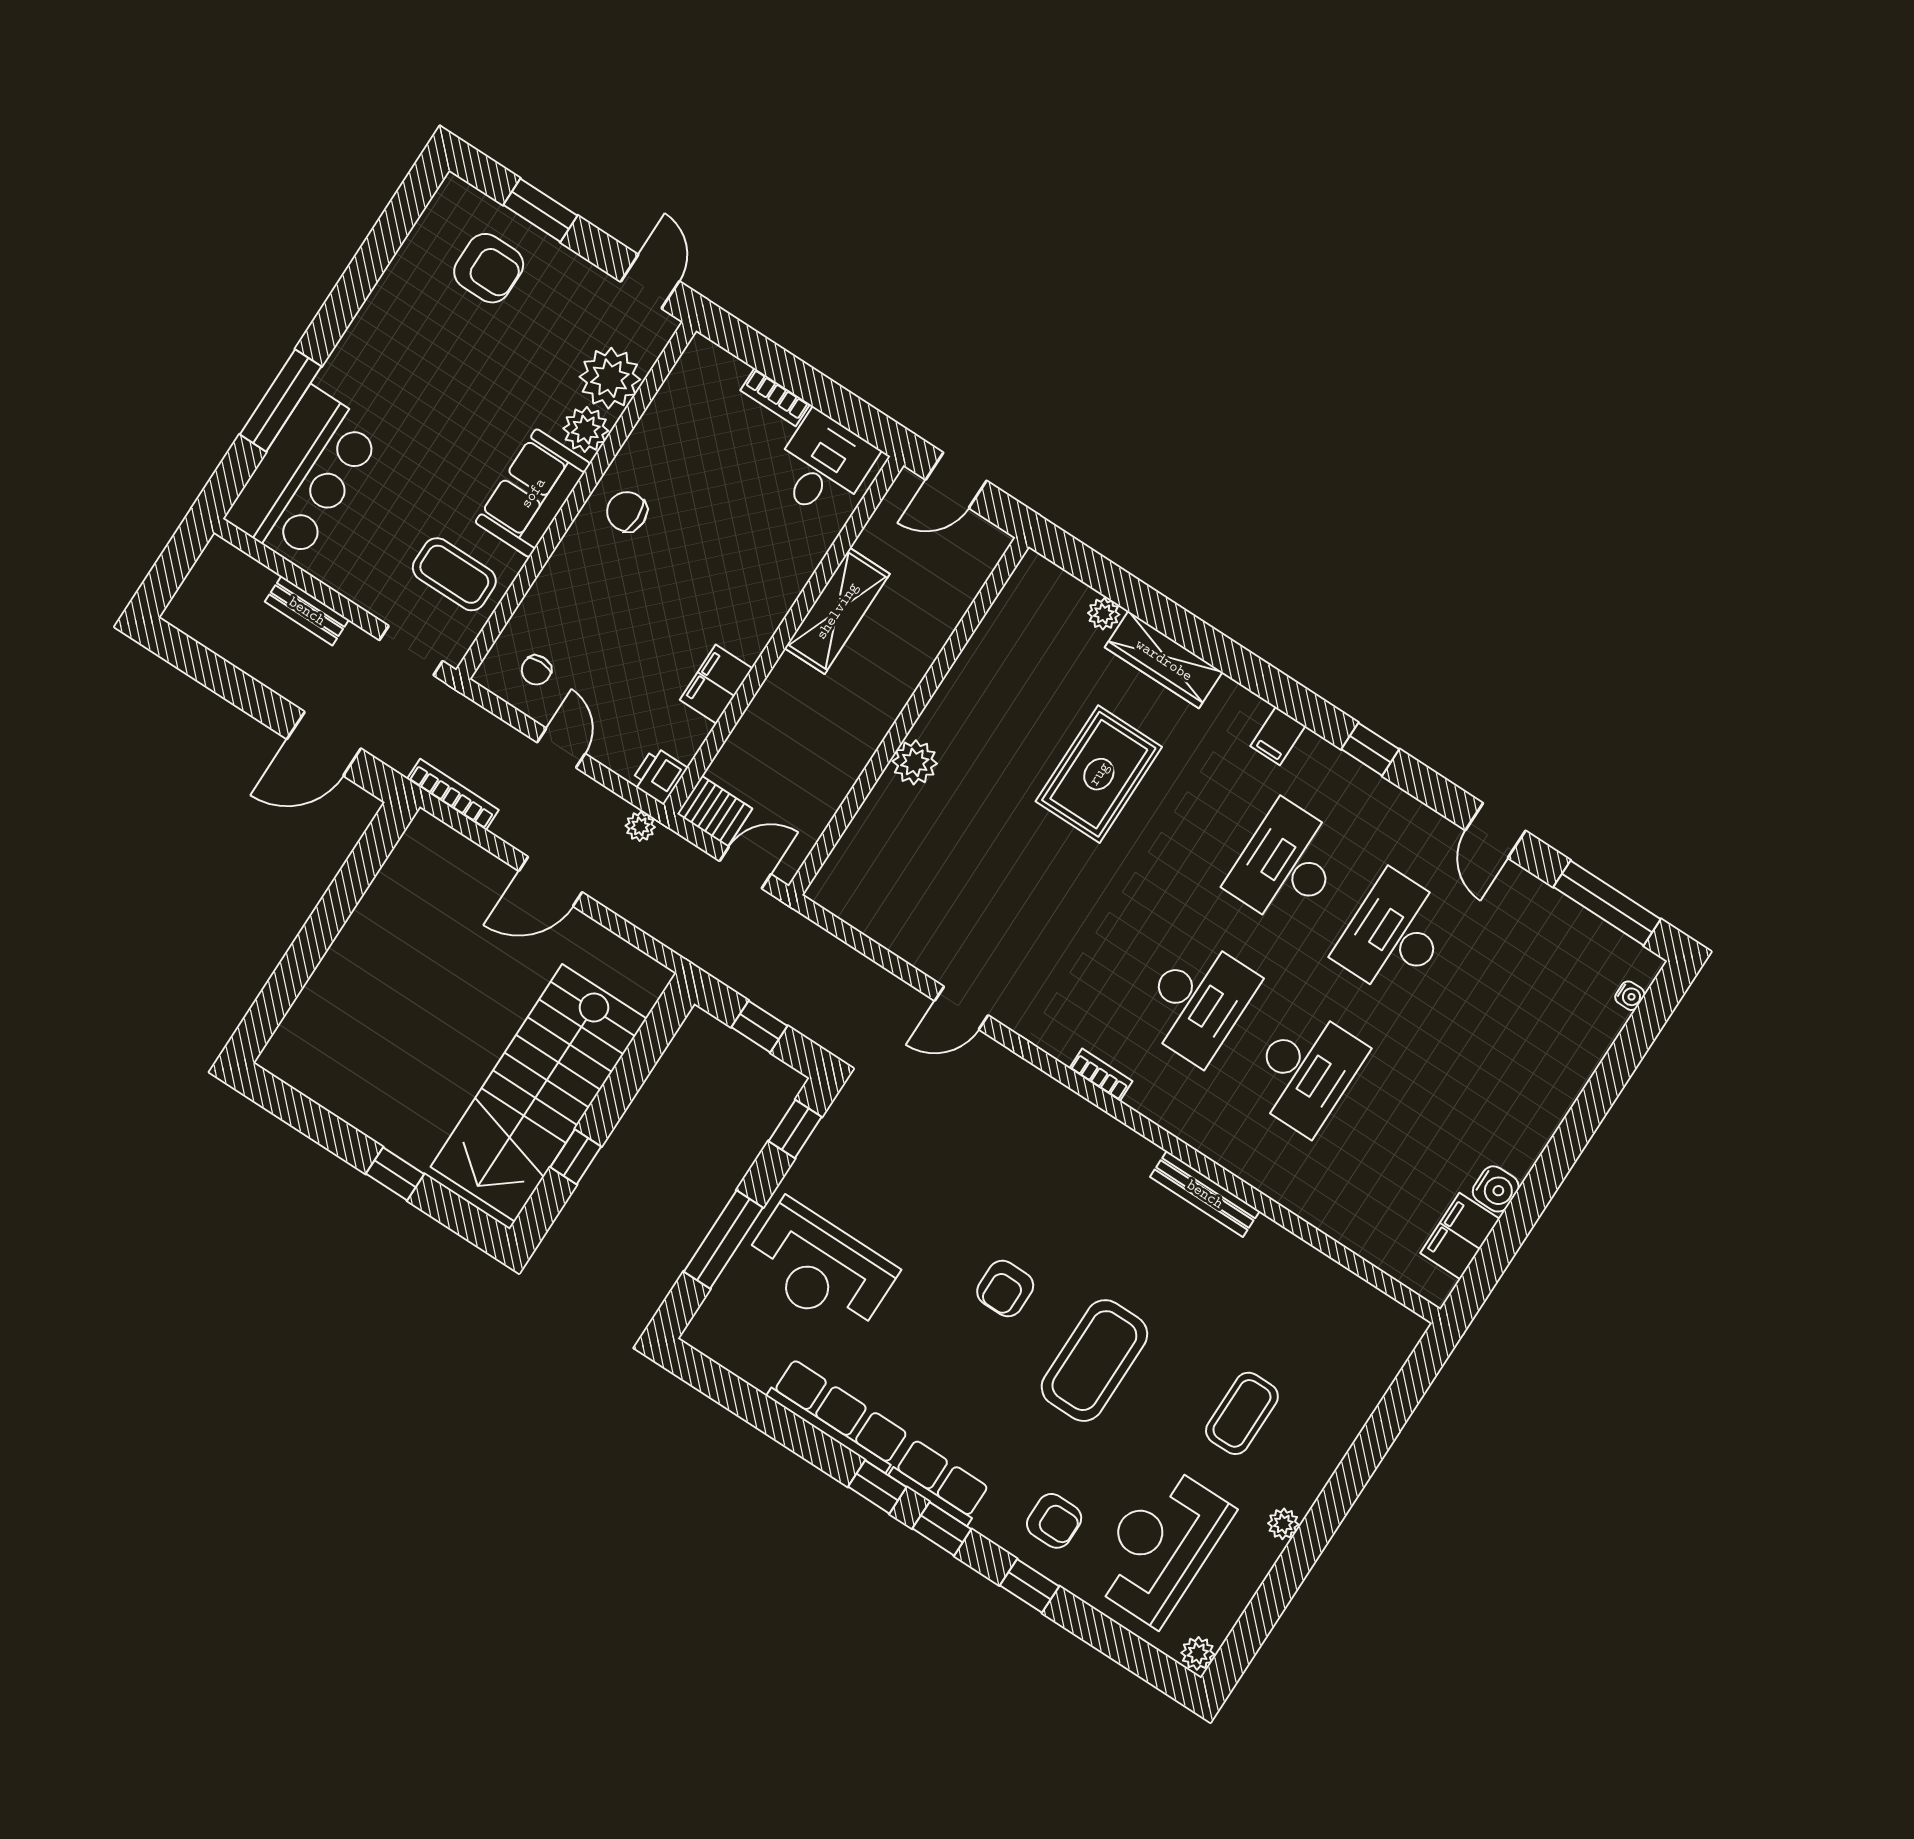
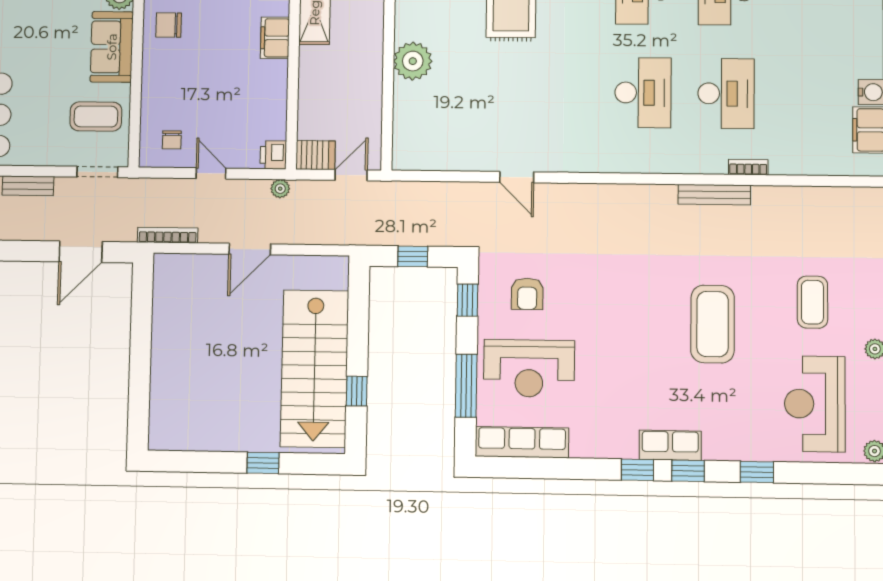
filing cabinet: (716, 684) -> (275, 38), moved
plant: (915, 762) -> (413, 61), width x1.36, depth x1.36
door: (961, 1008) -> (517, 177), hinge flipped
bookcase: (1101, 1075) -> (748, 167), moved
armchair: (1005, 1289) -> (527, 294), moved
row of seats: (838, 1415) -> (522, 442), moved
armchair: (1054, 1521) -> (747, 427), removed

